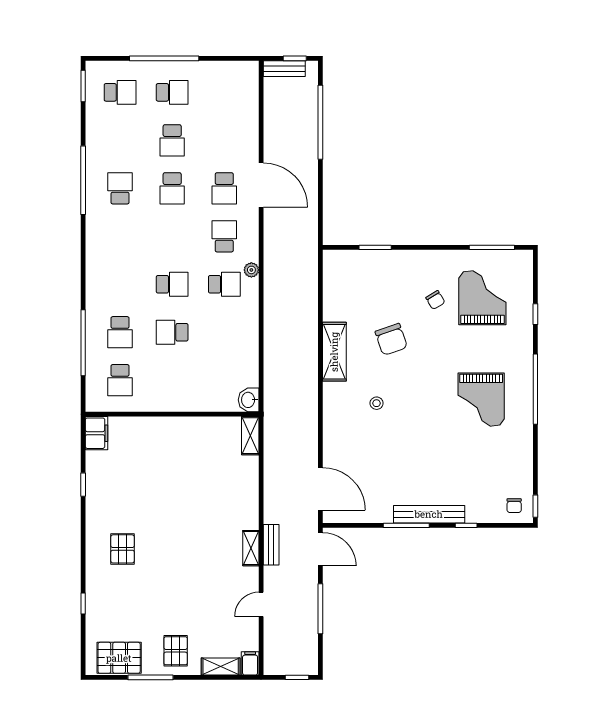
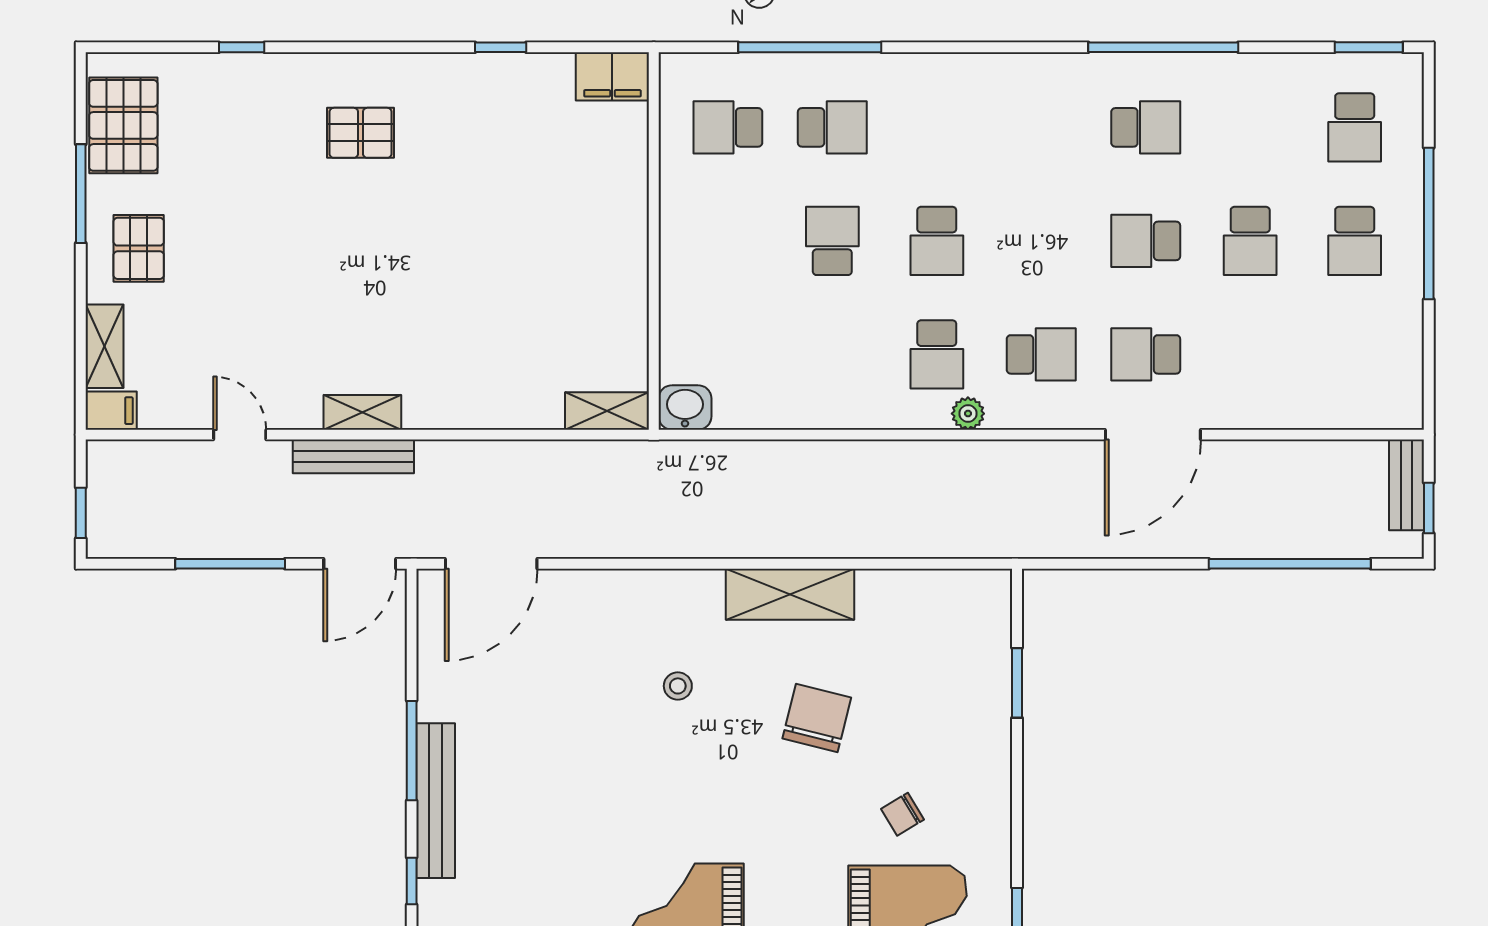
school desk: (172, 140) -> (1250, 241), turned -90
school desk: (120, 332) -> (832, 127), turned 180
chair: (391, 339) -> (817, 718), turned 123
bench: (271, 545) -> (353, 456), width x1.36
pallet: (176, 651) -> (139, 248), turned 90

